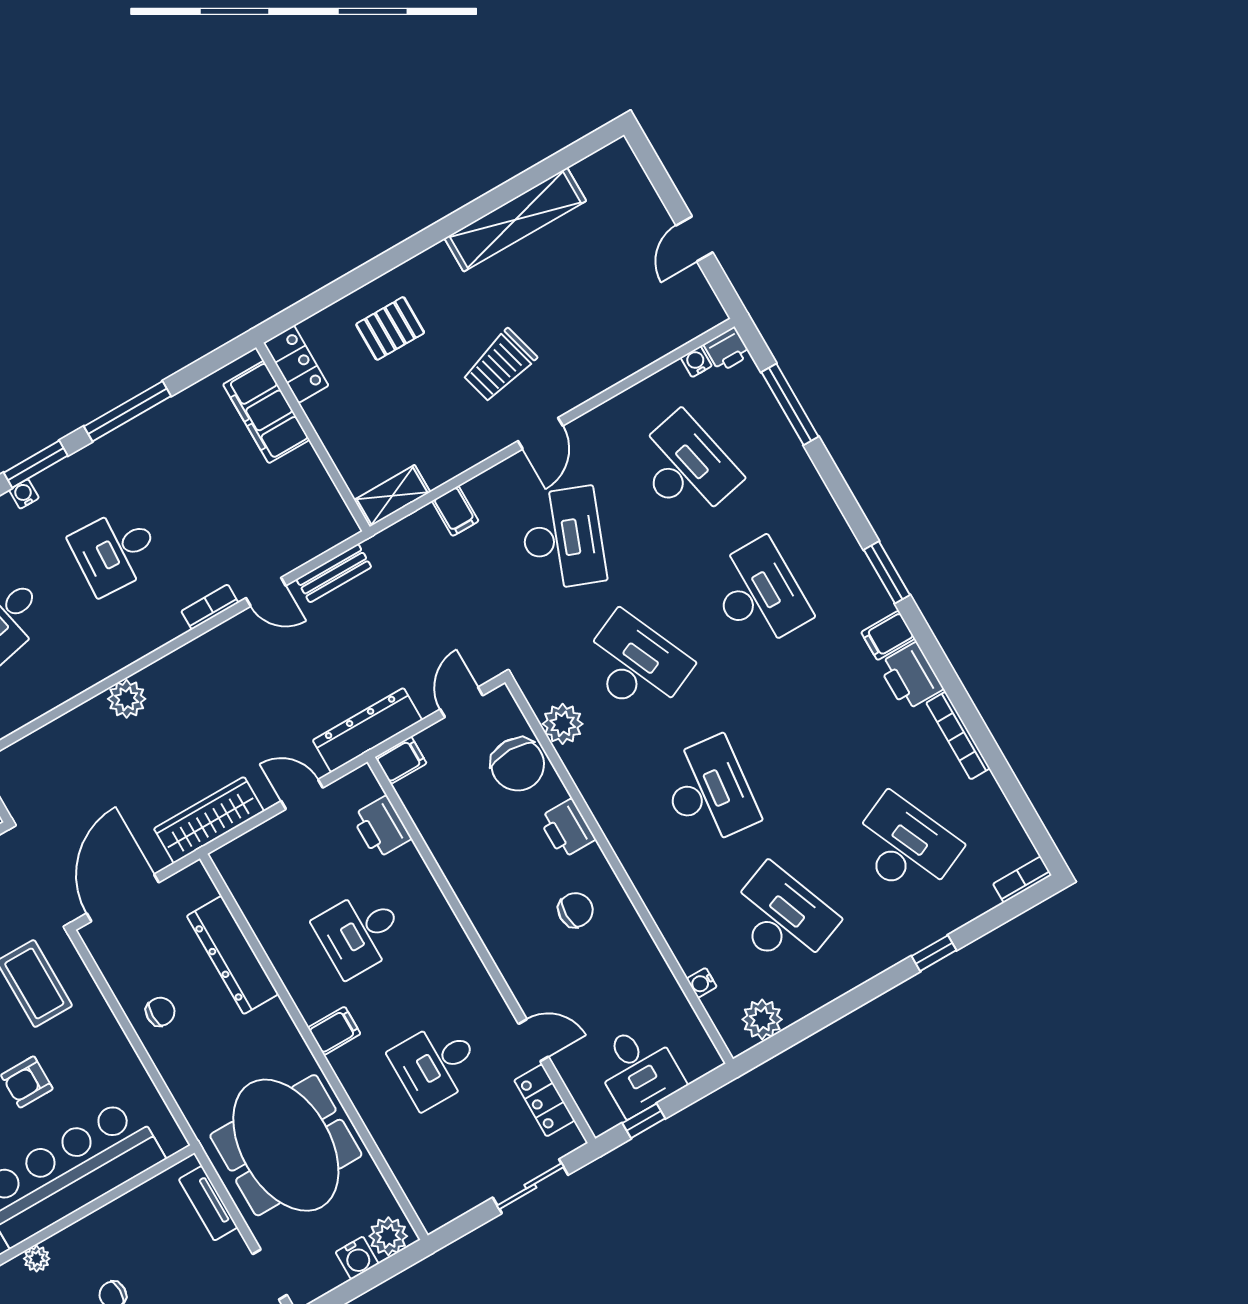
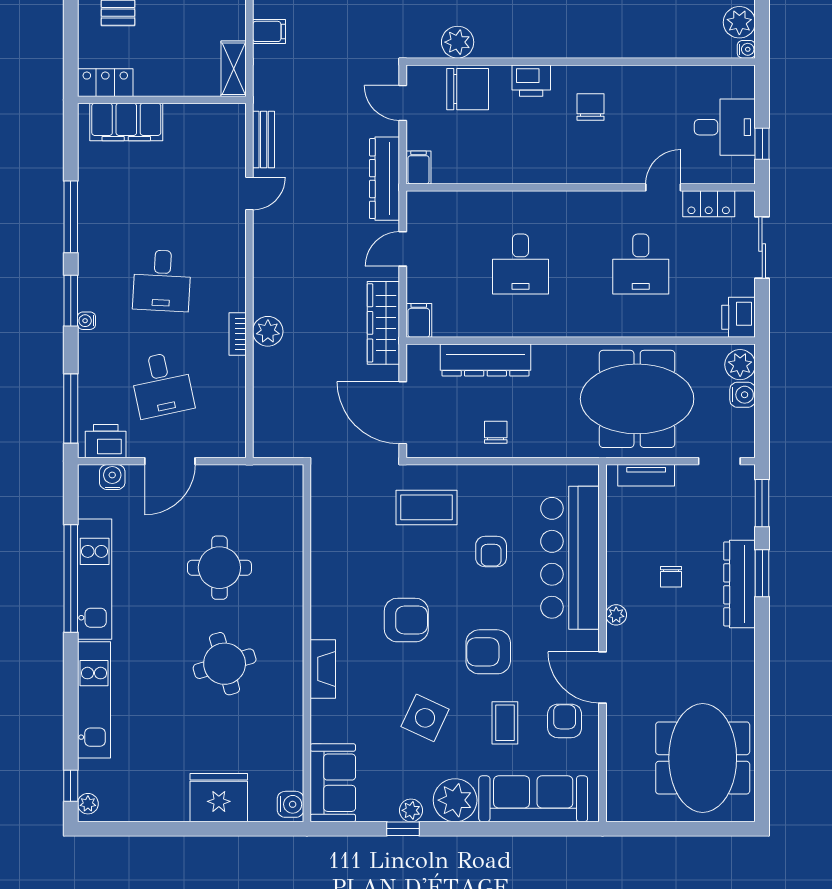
bookcase: (210, 607) -> (238, 334), moved
printer: (381, 827) -> (739, 317), moved, turned 90
water cooler: (702, 983) -> (746, 49), moved, turned -90
filing cabinet: (334, 1031) -> (419, 320), moved

